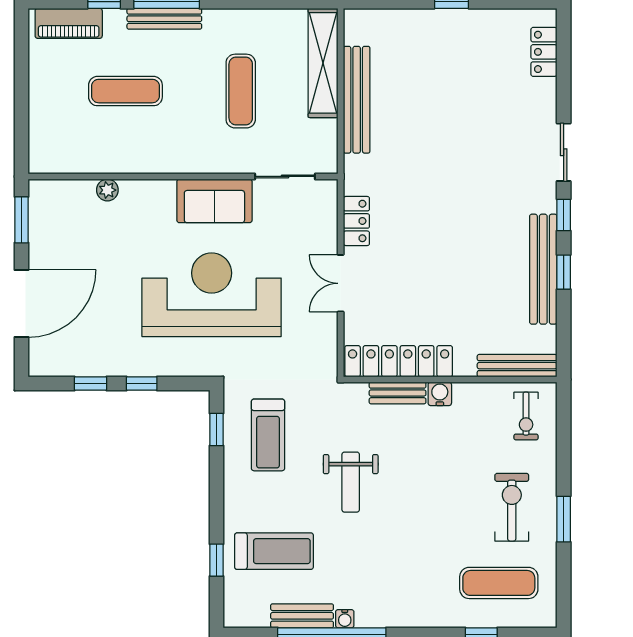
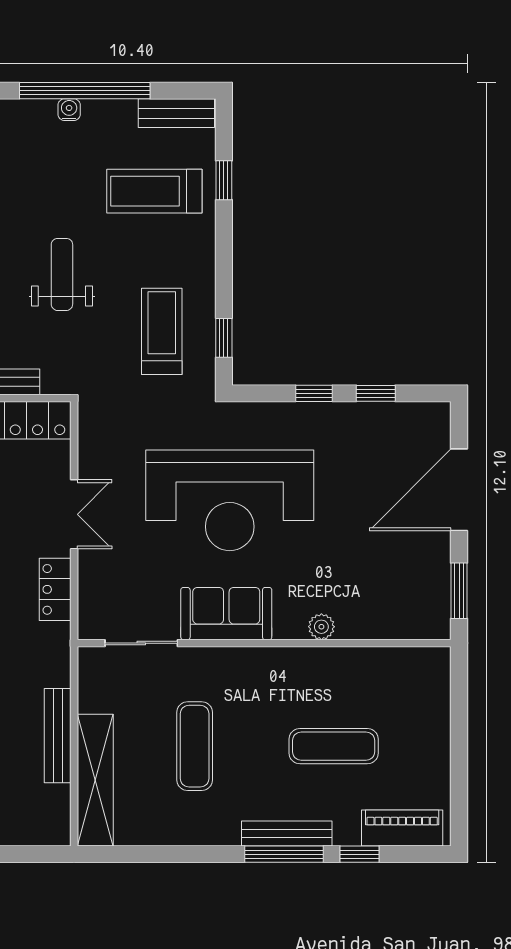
bench: (357, 100) -> (58, 736), width x0.73, depth x0.82
plant: (107, 190) -> (321, 627), moved
bench: (302, 616) -> (176, 113), moved

